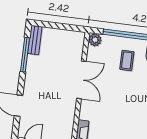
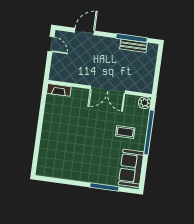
bench: (35, 40) -> (133, 46), moved

